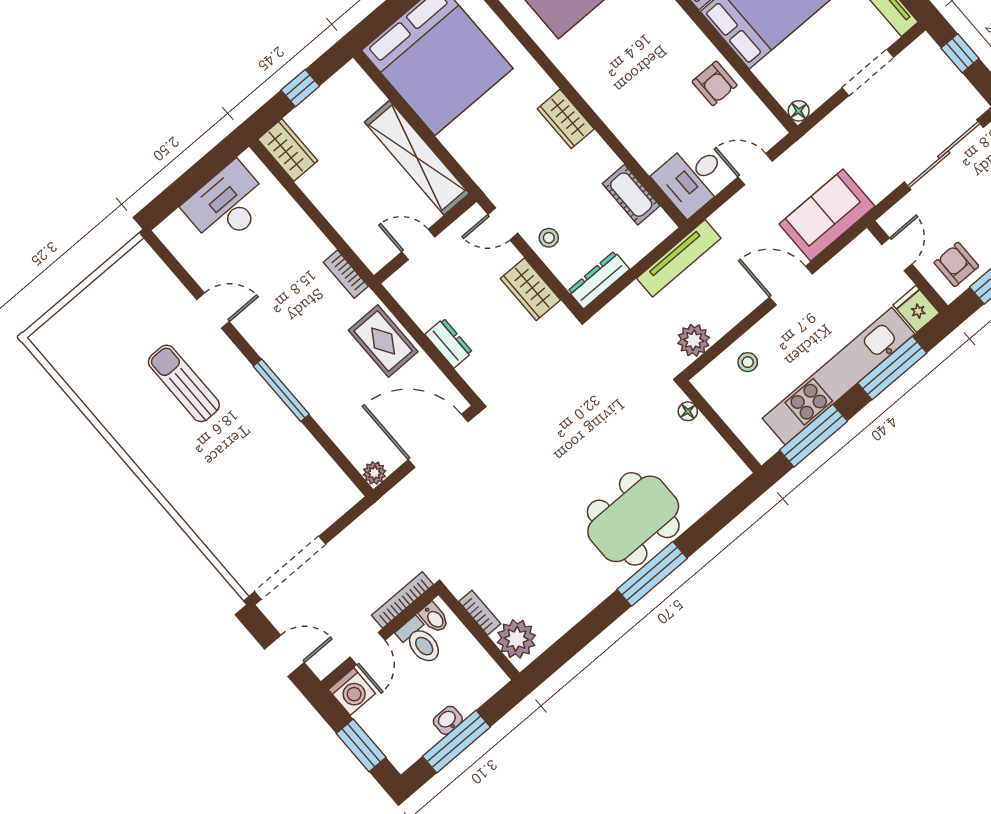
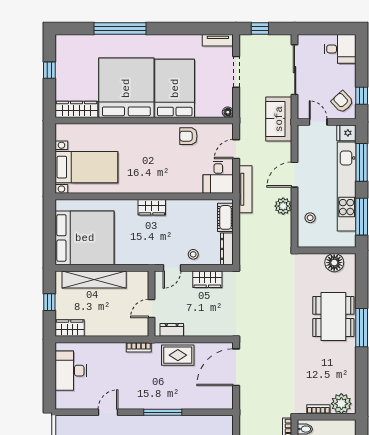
armchair: (715, 83) -> (188, 136), turned 180
shelving: (417, 158) -> (94, 279), moved
cot: (631, 195) -> (225, 217), moved, turned 90
sofa: (827, 215) -> (279, 119), moved
tv unit: (679, 258) -> (245, 189), moved
armchair: (956, 264) -> (342, 102), turned 47
plant: (694, 340) -> (283, 206), moved
dresser: (449, 343) -> (172, 330), moved
floor lamp: (688, 411) -> (334, 263), moved, width x1.89, depth x1.89
plant: (375, 473) -> (227, 403), removed

